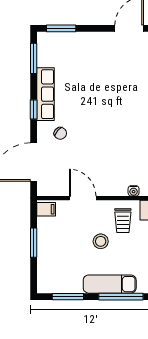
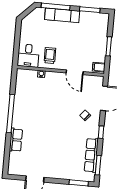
row of seats: (45, 94) -> (91, 155), moved
stool: (101, 241) -> (65, 43), removed

